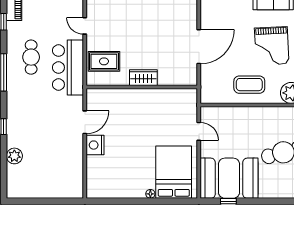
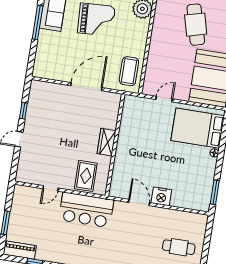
door: (199, 47) -> (86, 87), hinge flipped
cafe table: (31, 57) -> (179, 247), moved
coffee table: (249, 85) -> (129, 71), moved
window: (108, 201) -> (215, 192), added

